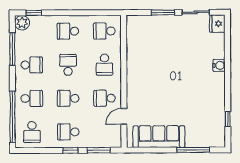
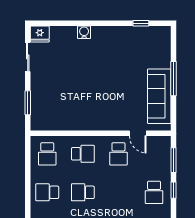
window: (163, 12) -> (28, 103), moved
school desk: (68, 31) -> (47, 192), turned 90
school desk: (68, 98) -> (118, 192), removed
window: (193, 150) -> (174, 79), moved

